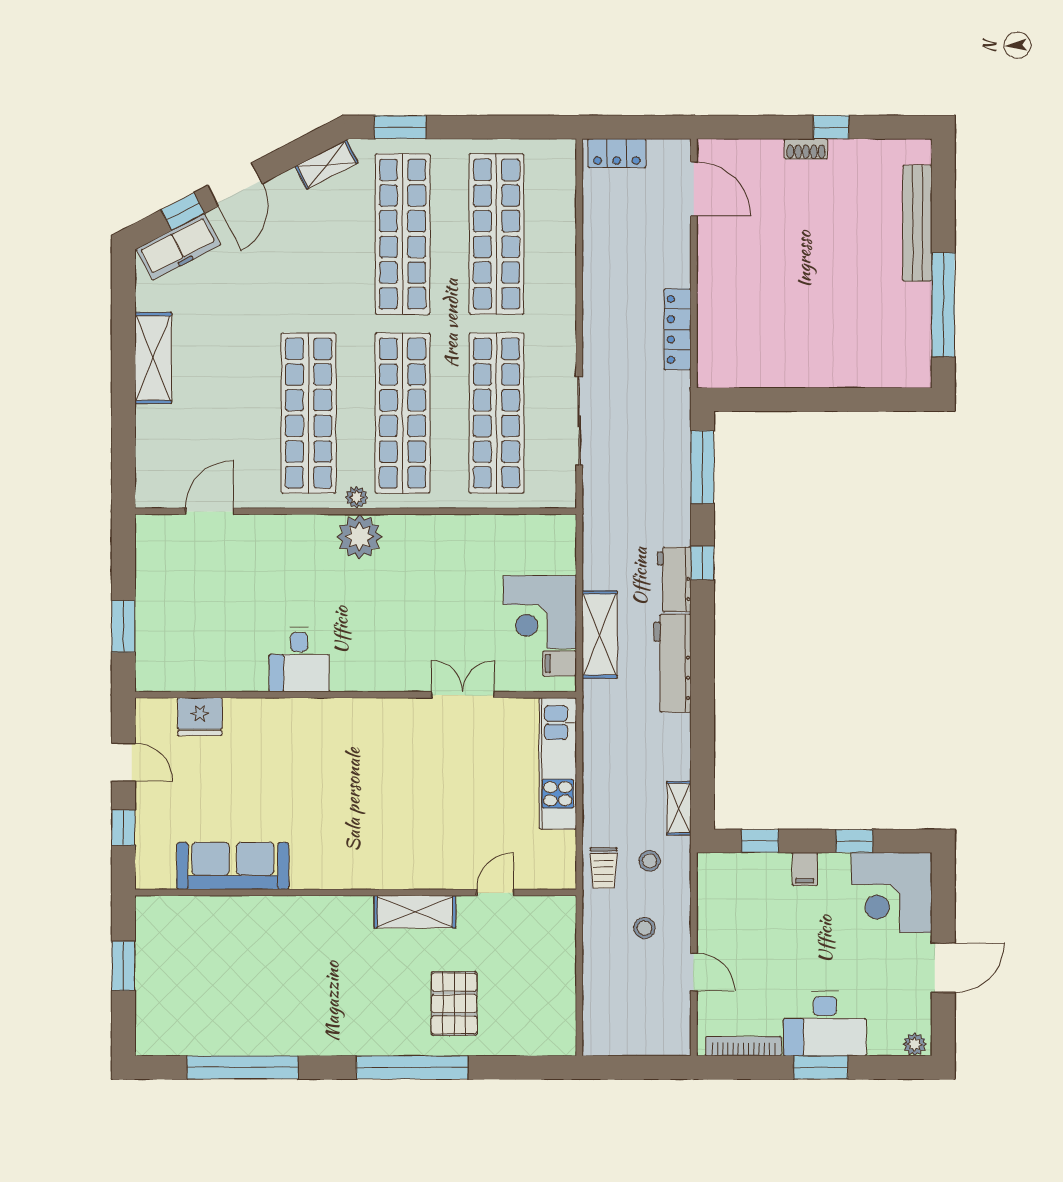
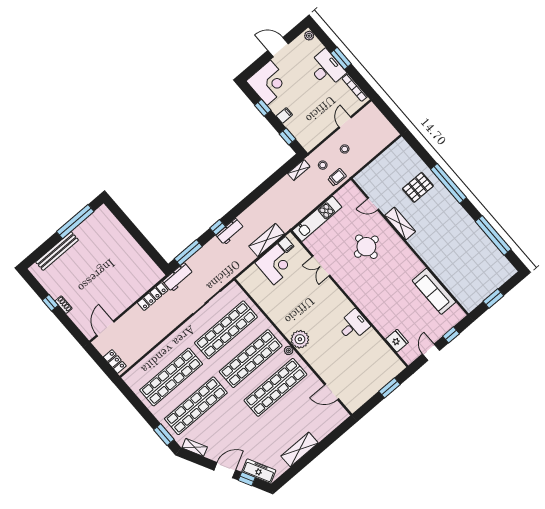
workbench: (673, 663) -> (178, 277), moved, width x0.73
round table: (426, 811) -> (366, 247), added

